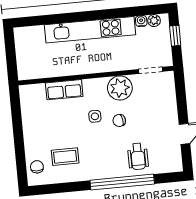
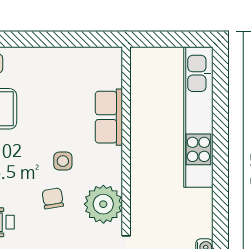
kitchen unit: (90, 30) -> (198, 117), moved

